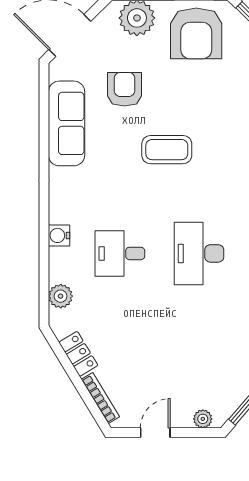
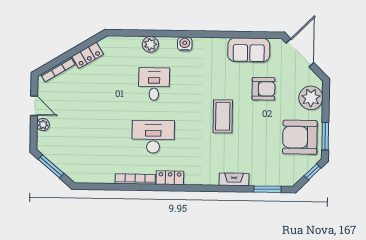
sofa: (67, 123) -> (249, 50), width x0.73
water cooler: (59, 235) -> (185, 44), moved
plant: (61, 296) -> (150, 44), moved
plant: (203, 419) -> (43, 125), moved

